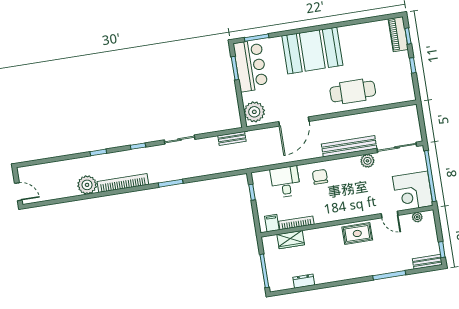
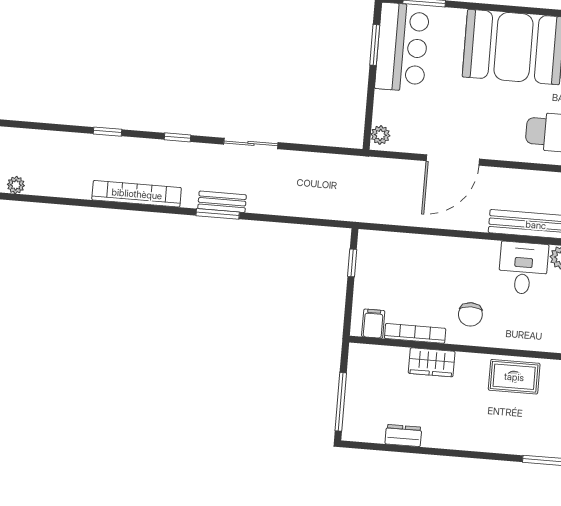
plant: (254, 112) -> (380, 135), width x0.53, depth x0.53
bench: (232, 138) -> (222, 202), moved
chair: (320, 177) -> (470, 314), moved, turned 180
desk: (285, 182) -> (523, 268), moved
plant: (87, 185) -> (16, 185), moved, width x0.53, depth x0.53
wardrobe: (291, 240) -> (432, 362), moved

